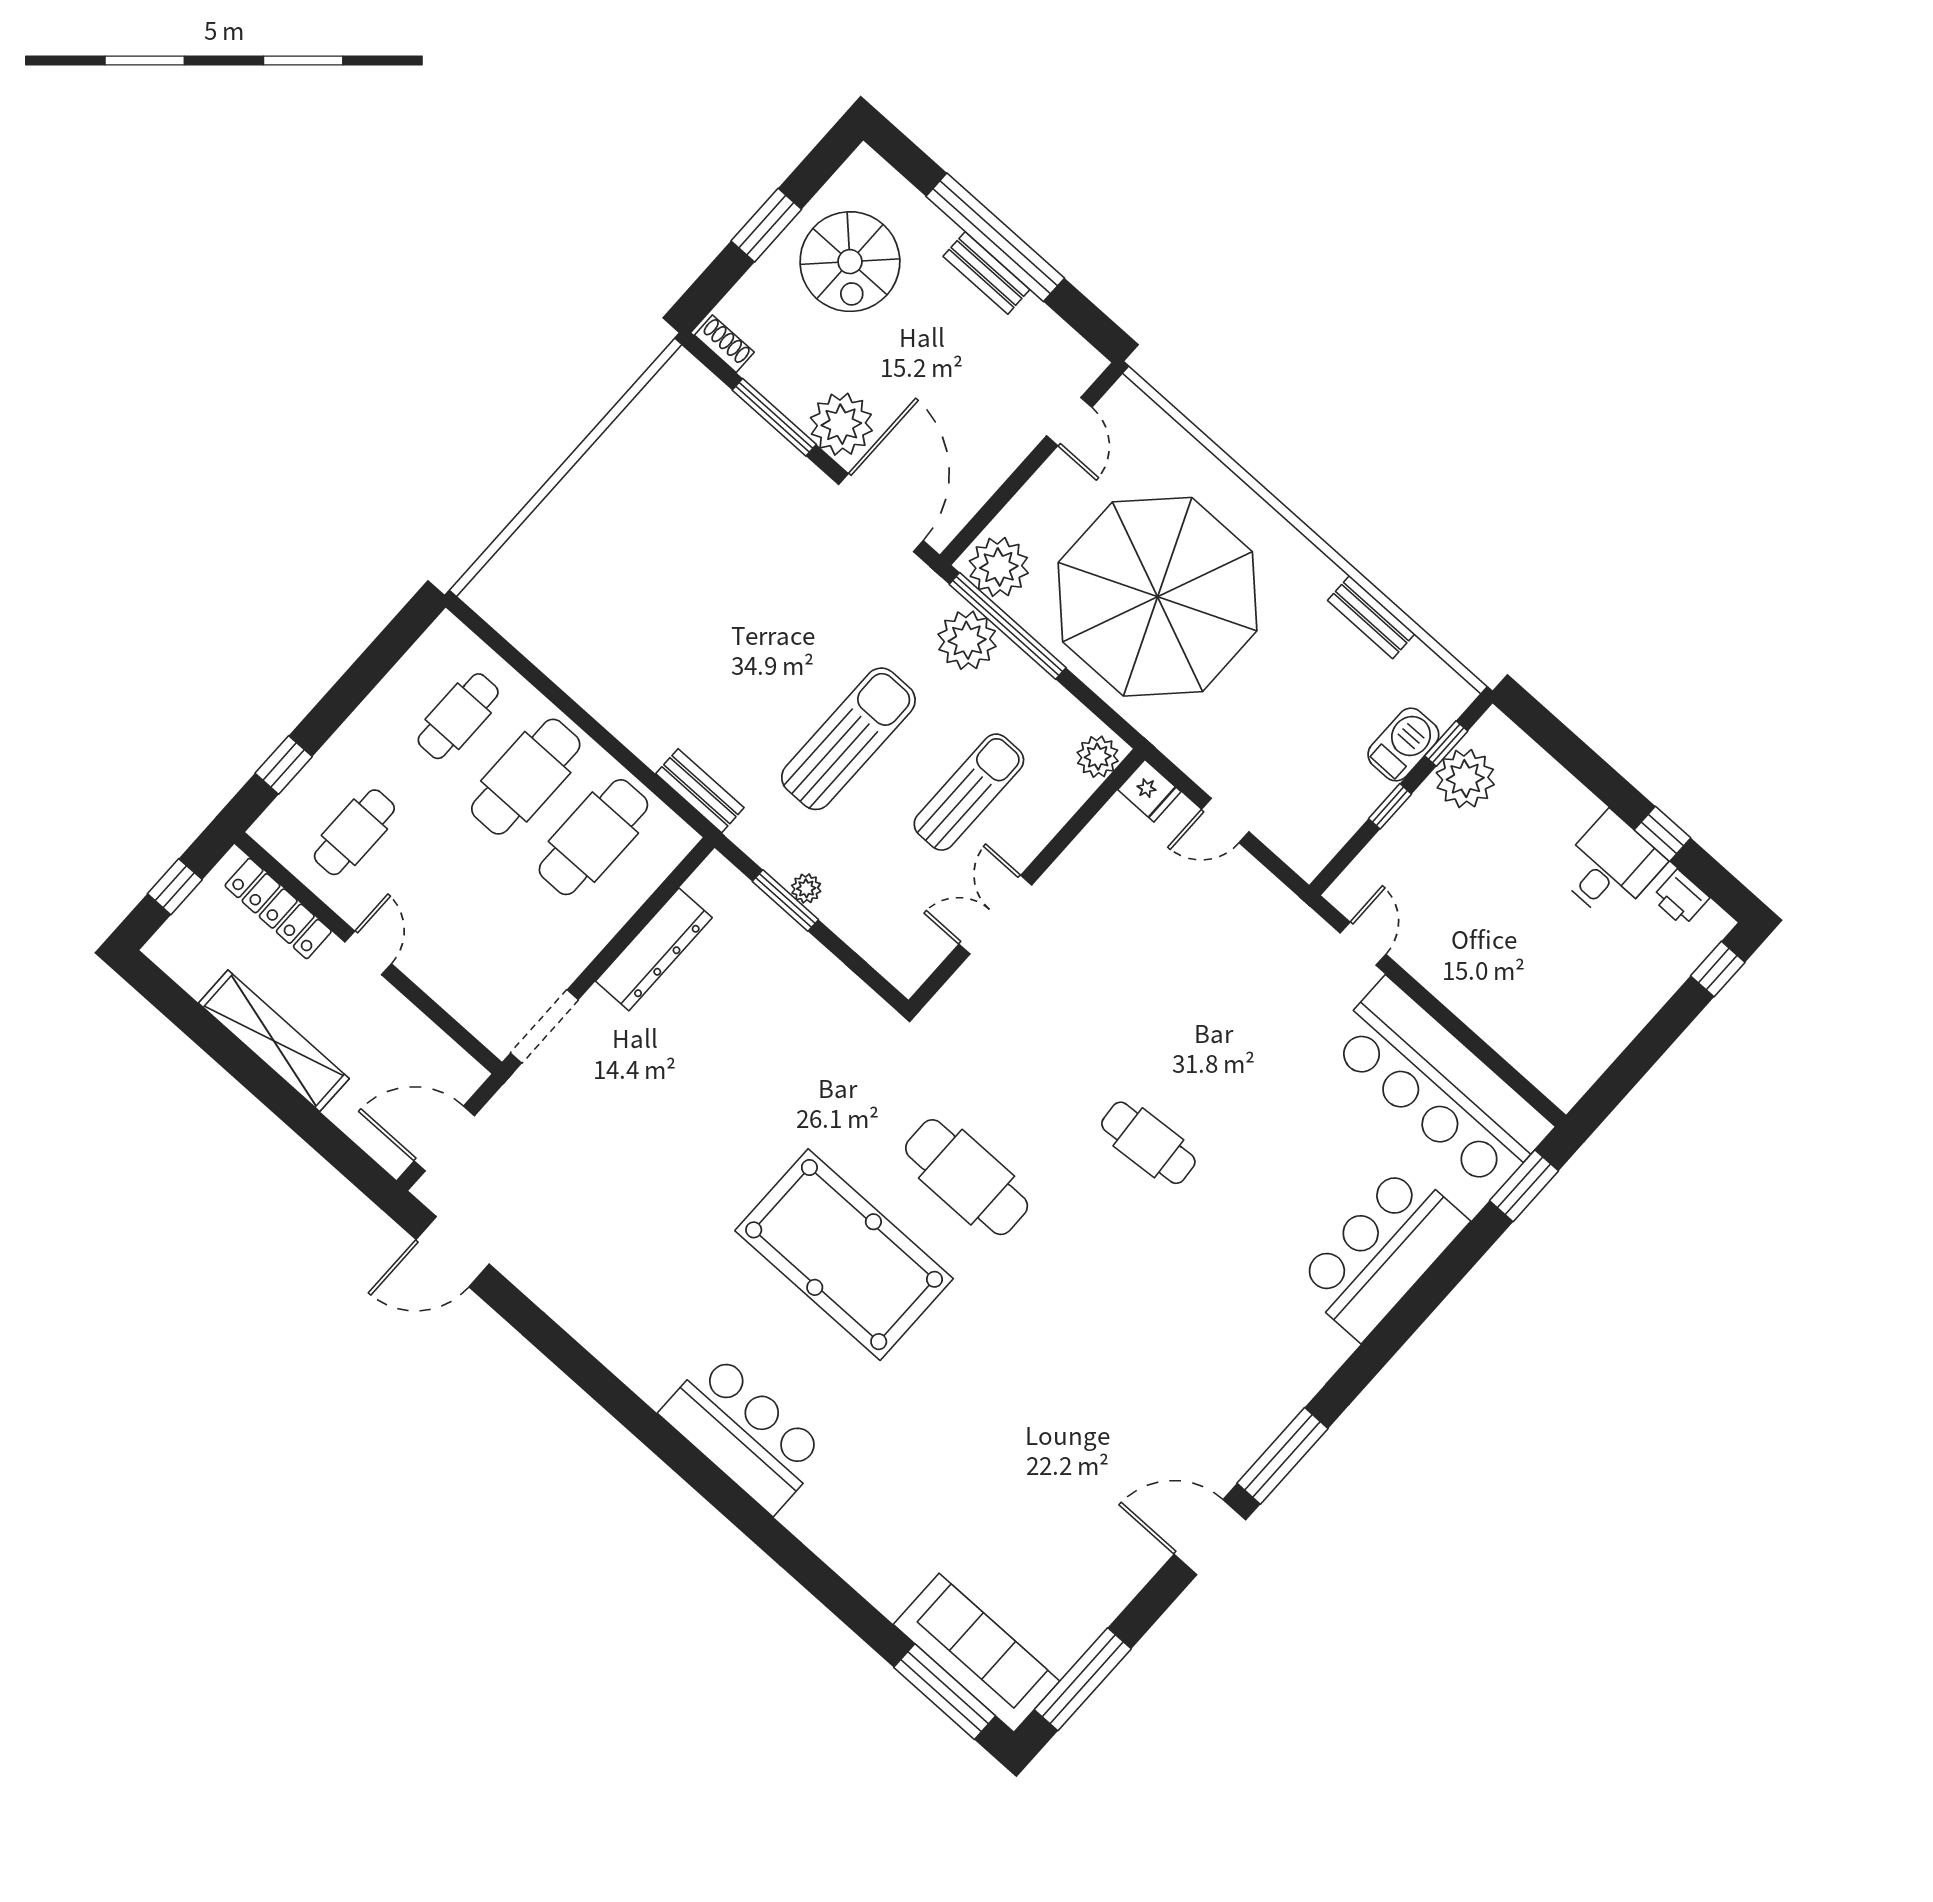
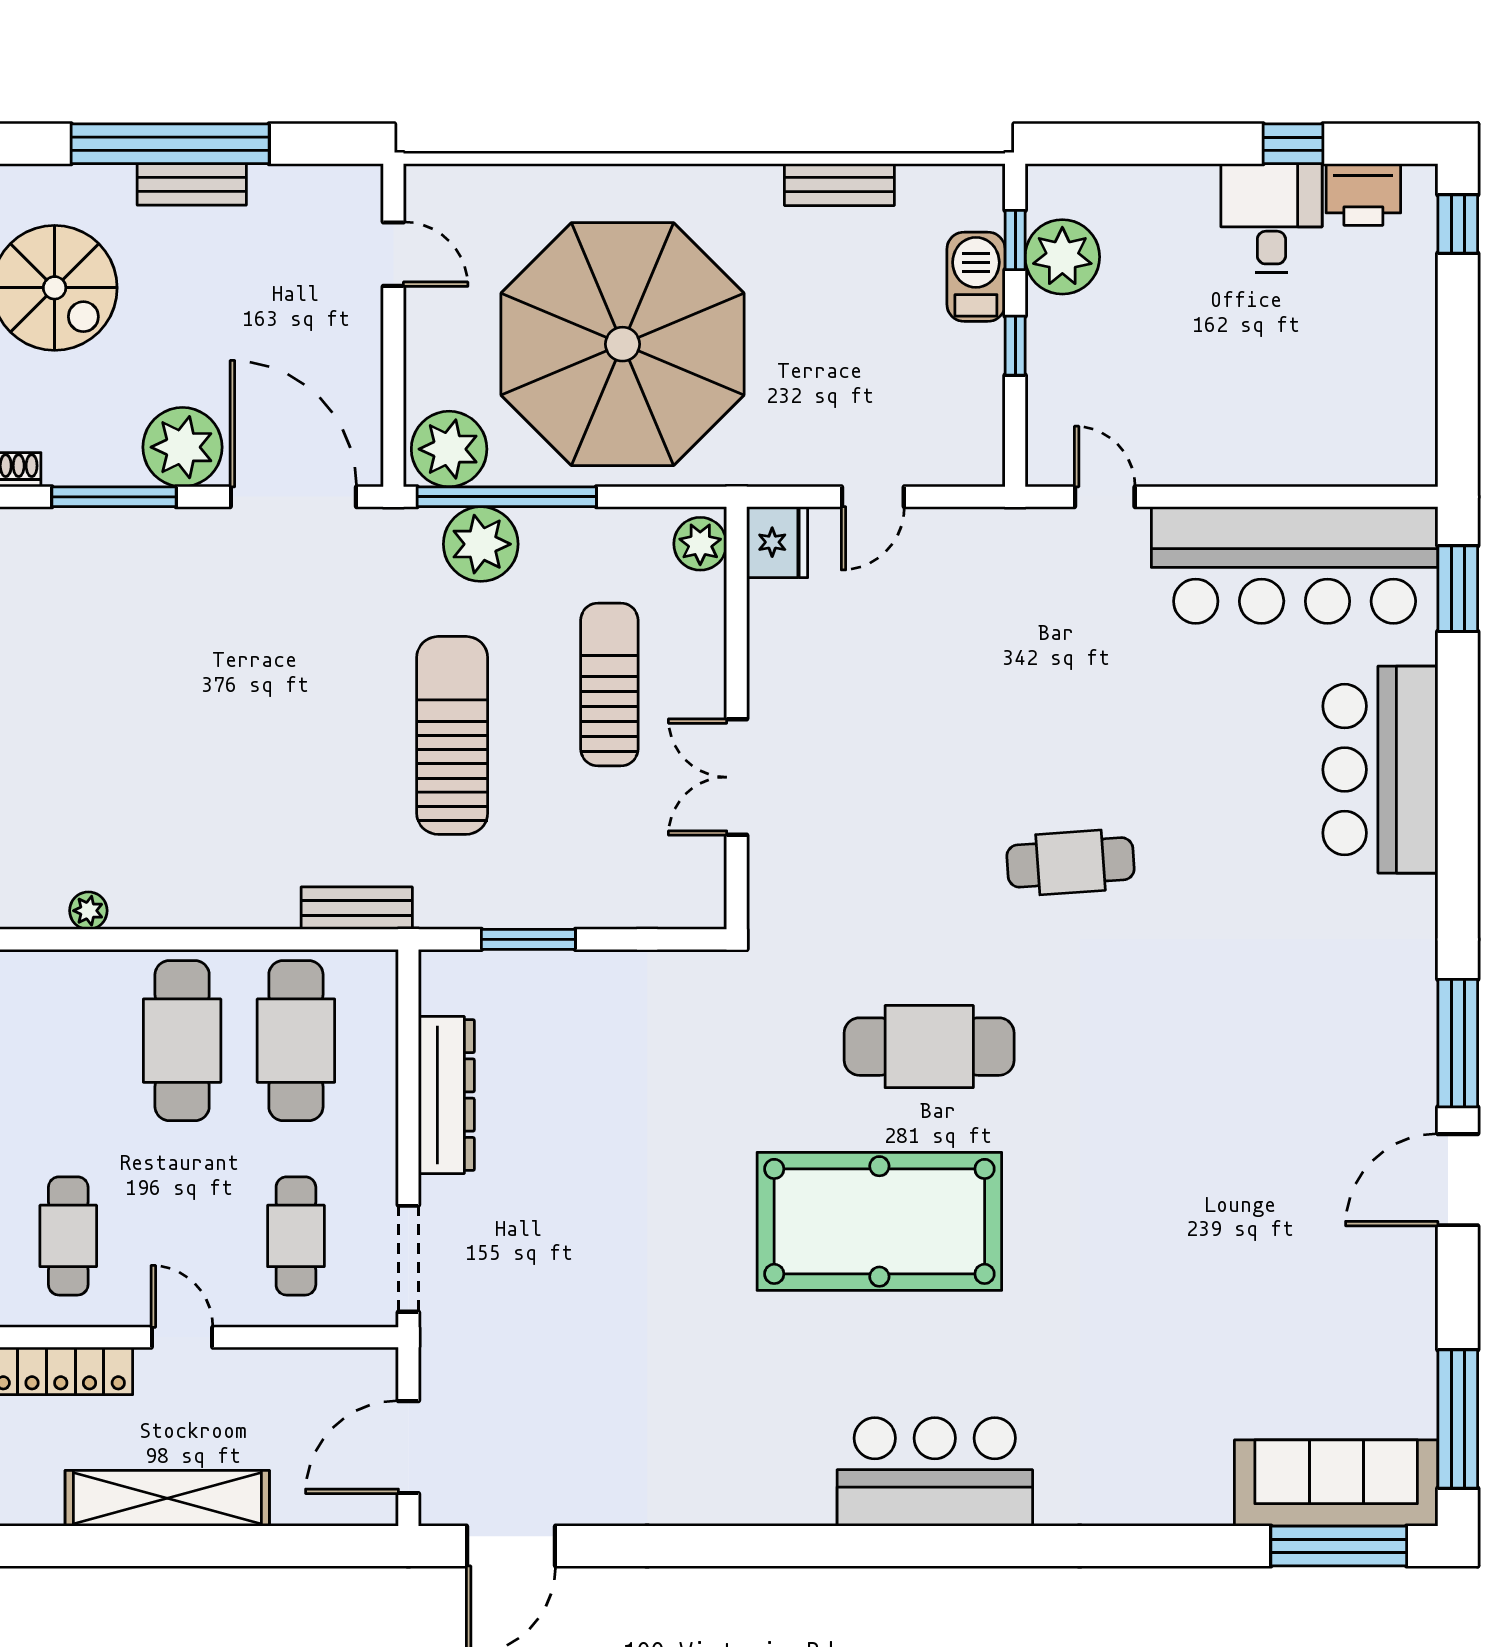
cafe table: (458, 716) -> (296, 1236), moved
fridge: (1149, 791) -> (777, 542), width x1.38
plant: (806, 888) -> (88, 911), moved
printer: (1681, 898) -> (1363, 194), width x1.36, depth x1.24

